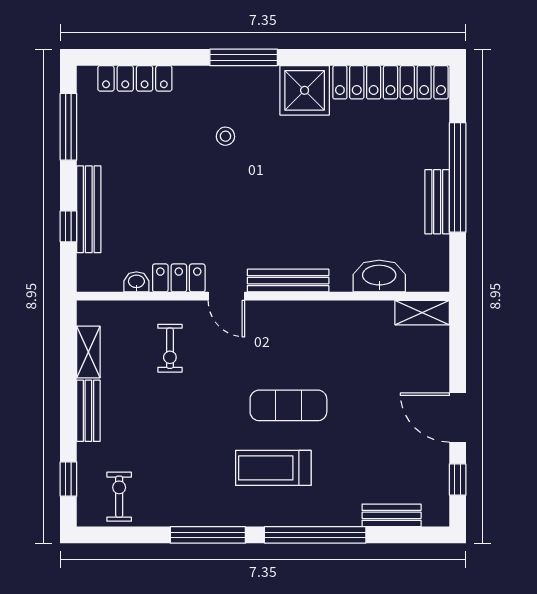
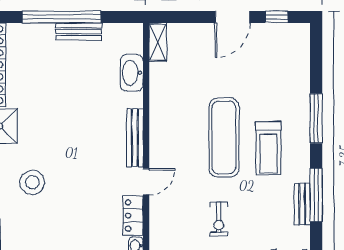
stool: (225, 136) -> (32, 182), width x1.89, depth x1.89
exercise bike: (170, 348) -> (219, 219), moved, turned 90
exercise mat: (288, 405) -> (224, 137), width x1.36, depth x1.45
bench: (392, 515) -> (302, 204), moved
window: (315, 535) -> (316, 118), width x0.68

